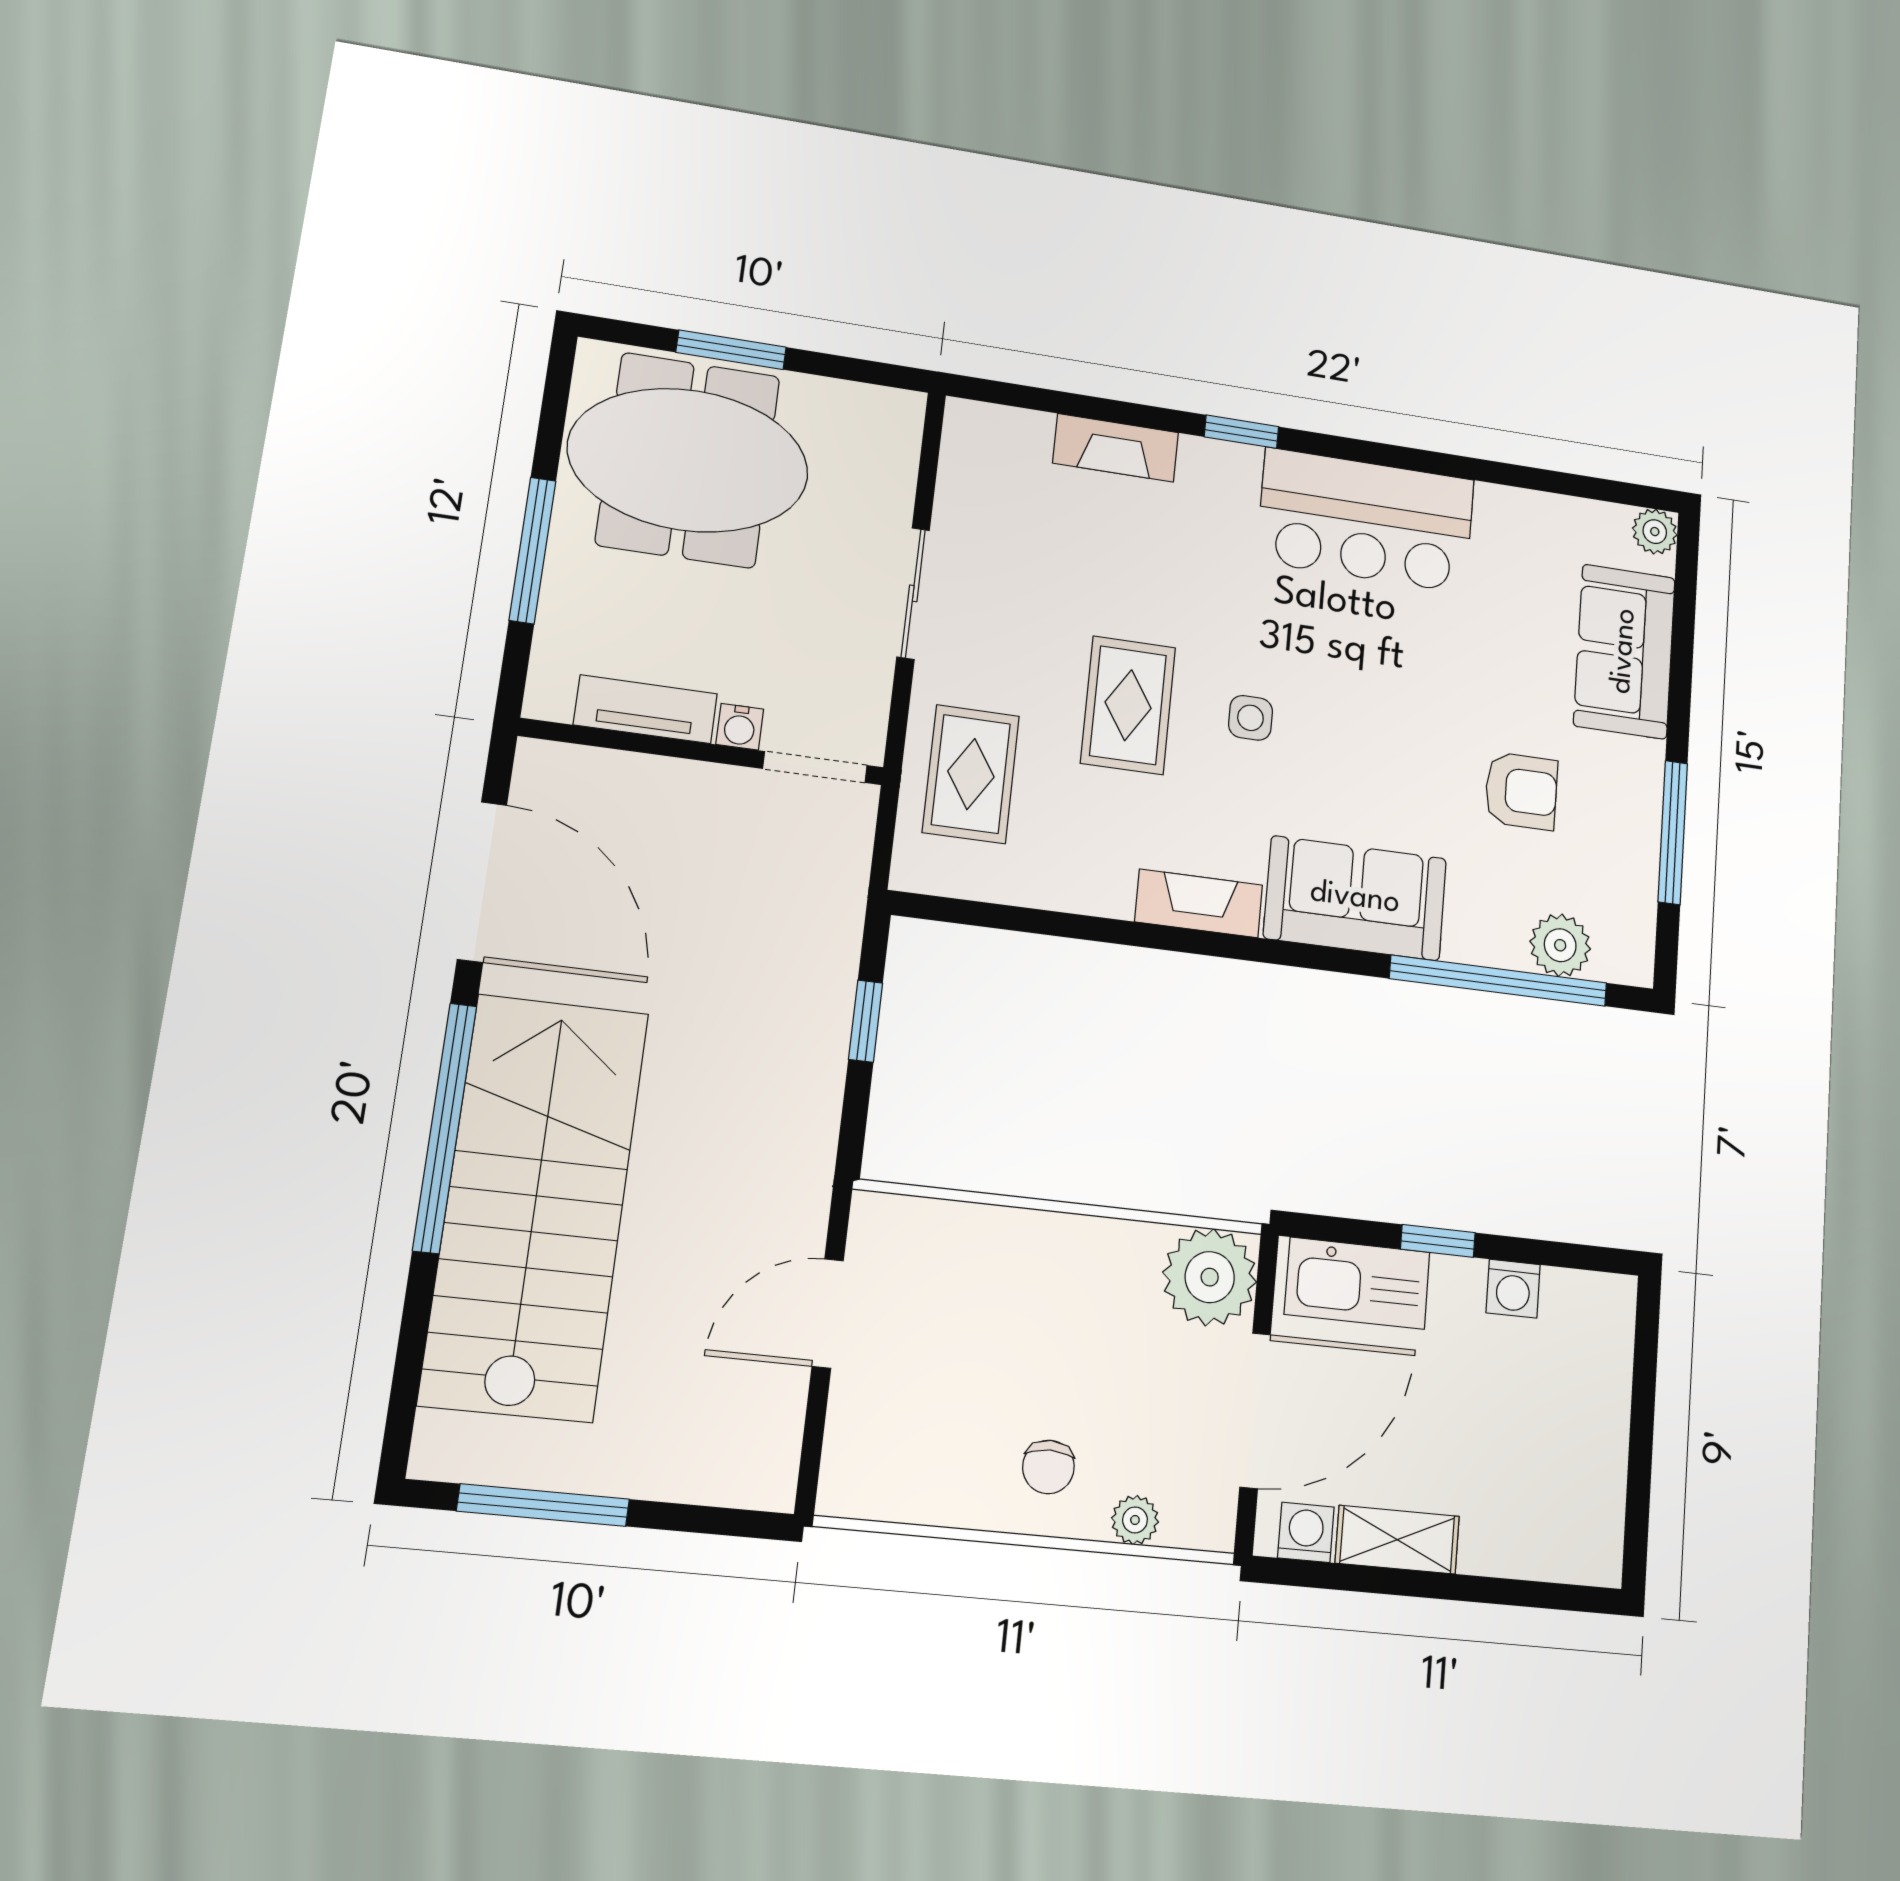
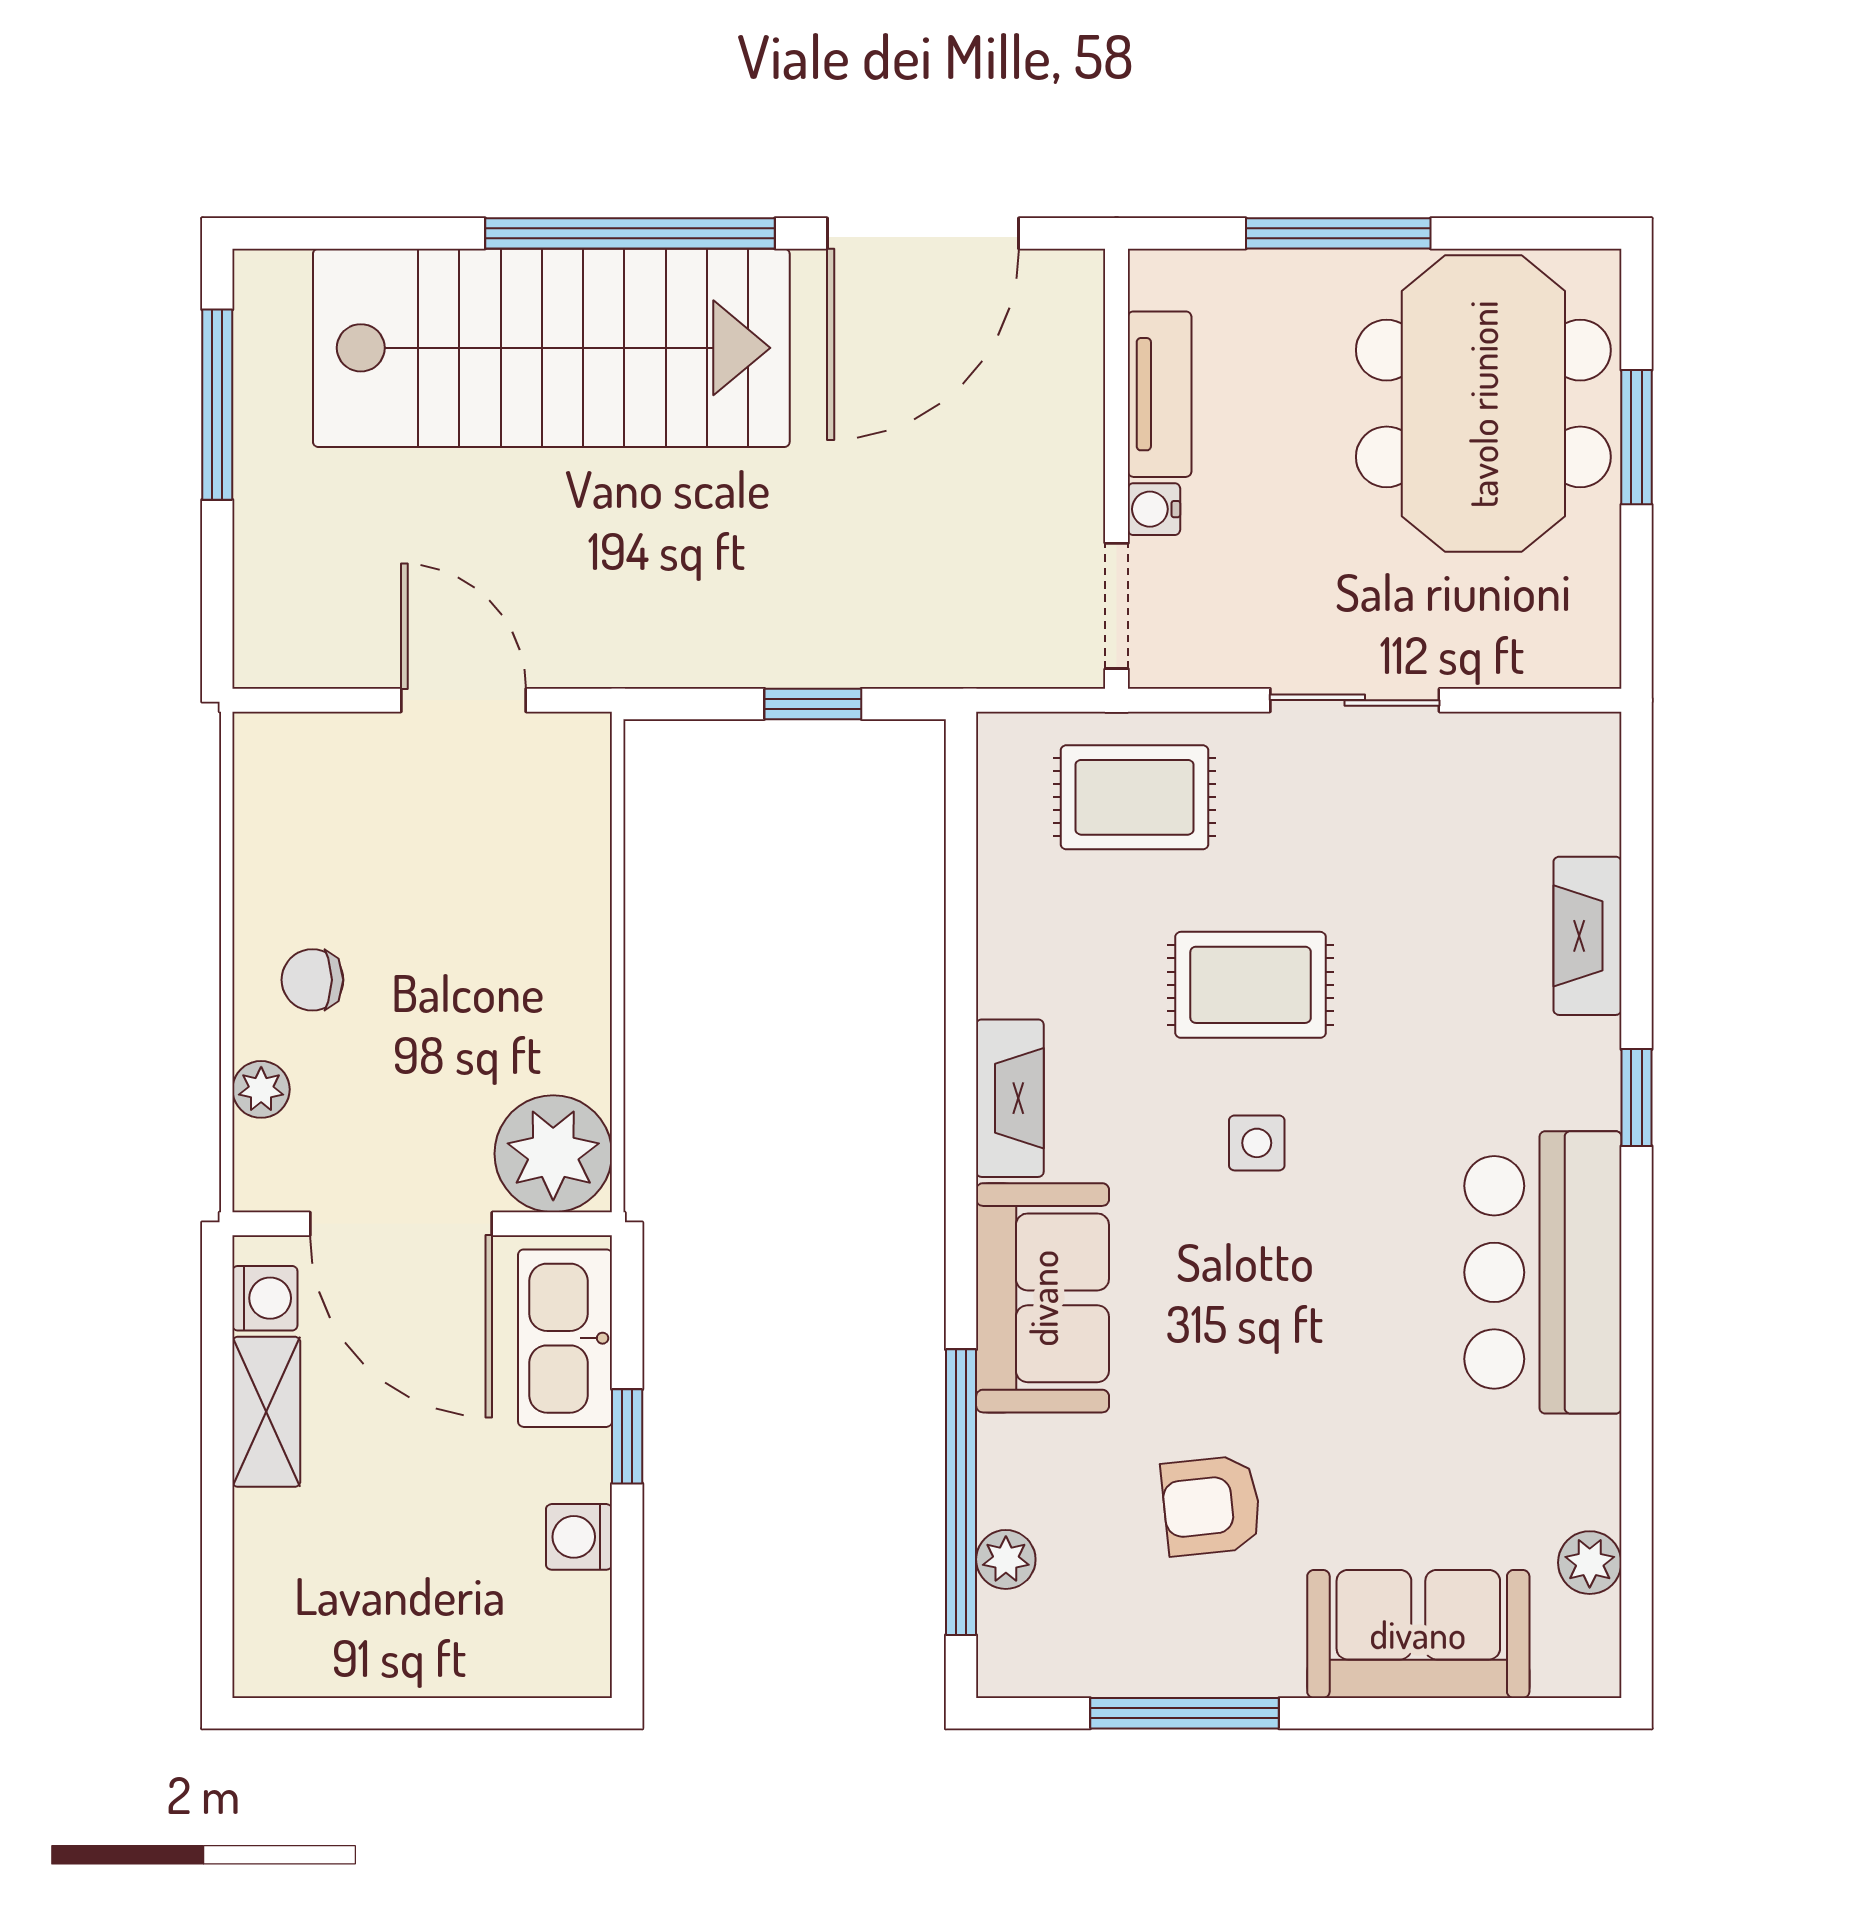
plant: (1655, 532) -> (1590, 1563), moved
armchair: (1521, 791) -> (1211, 1506), turned 84
plant: (1560, 945) -> (1006, 1559), width x0.73, depth x0.73

